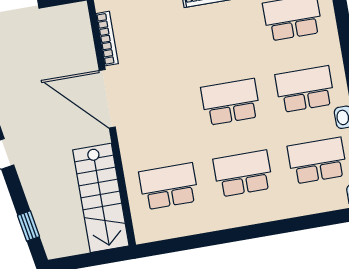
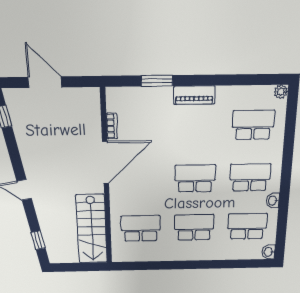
bookcase: (107, 39) -> (112, 126), width x0.64
door: (107, 99) -> (105, 163), swing flipped

